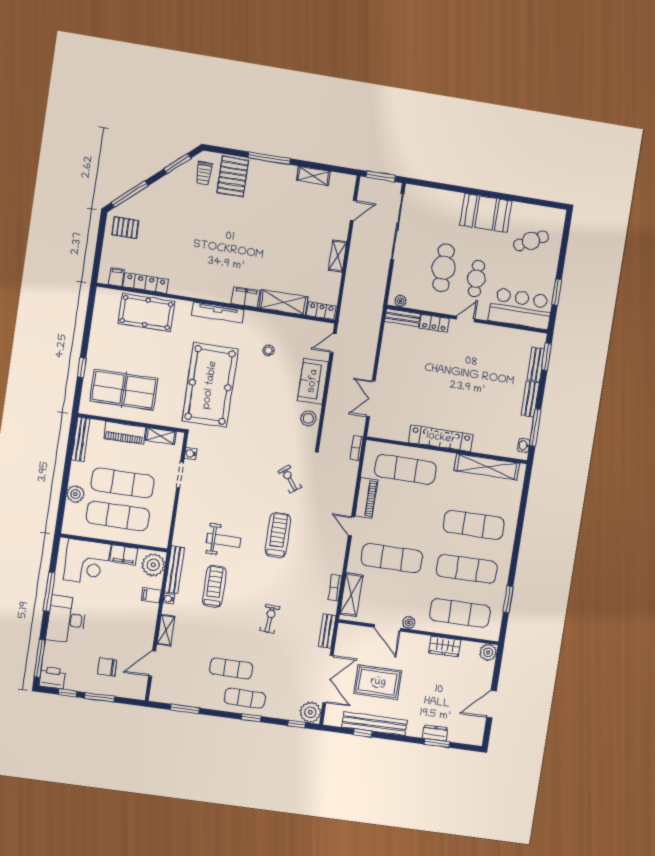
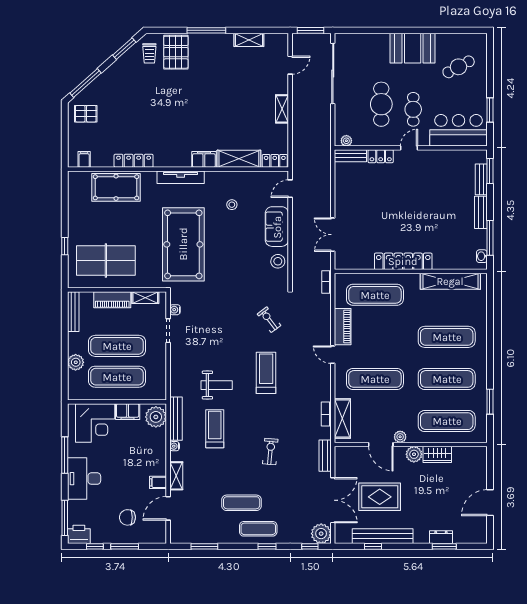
locker: (146, 283) -> (134, 161), moved
filing cabinet: (151, 595) -> (158, 482), moved
plant: (488, 652) -> (414, 454), moved

